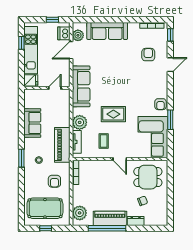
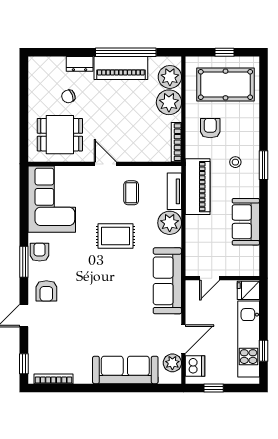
armchair: (148, 55) -> (46, 291), moved
window: (170, 120) -> (24, 262), moved
plant: (80, 197) -> (169, 102), added

